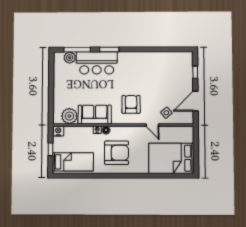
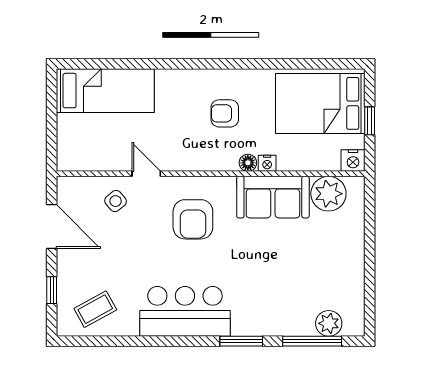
bar counter: (97, 63) -> (185, 311), moved
coffee table: (175, 64) -> (95, 309), added
door: (195, 101) -> (52, 227), hinge flipped
armchair: (117, 153) -> (225, 113), width x0.53, depth x0.53
bed: (171, 158) -> (105, 91), width x0.67
bed: (73, 162) -> (320, 103), width x1.50

